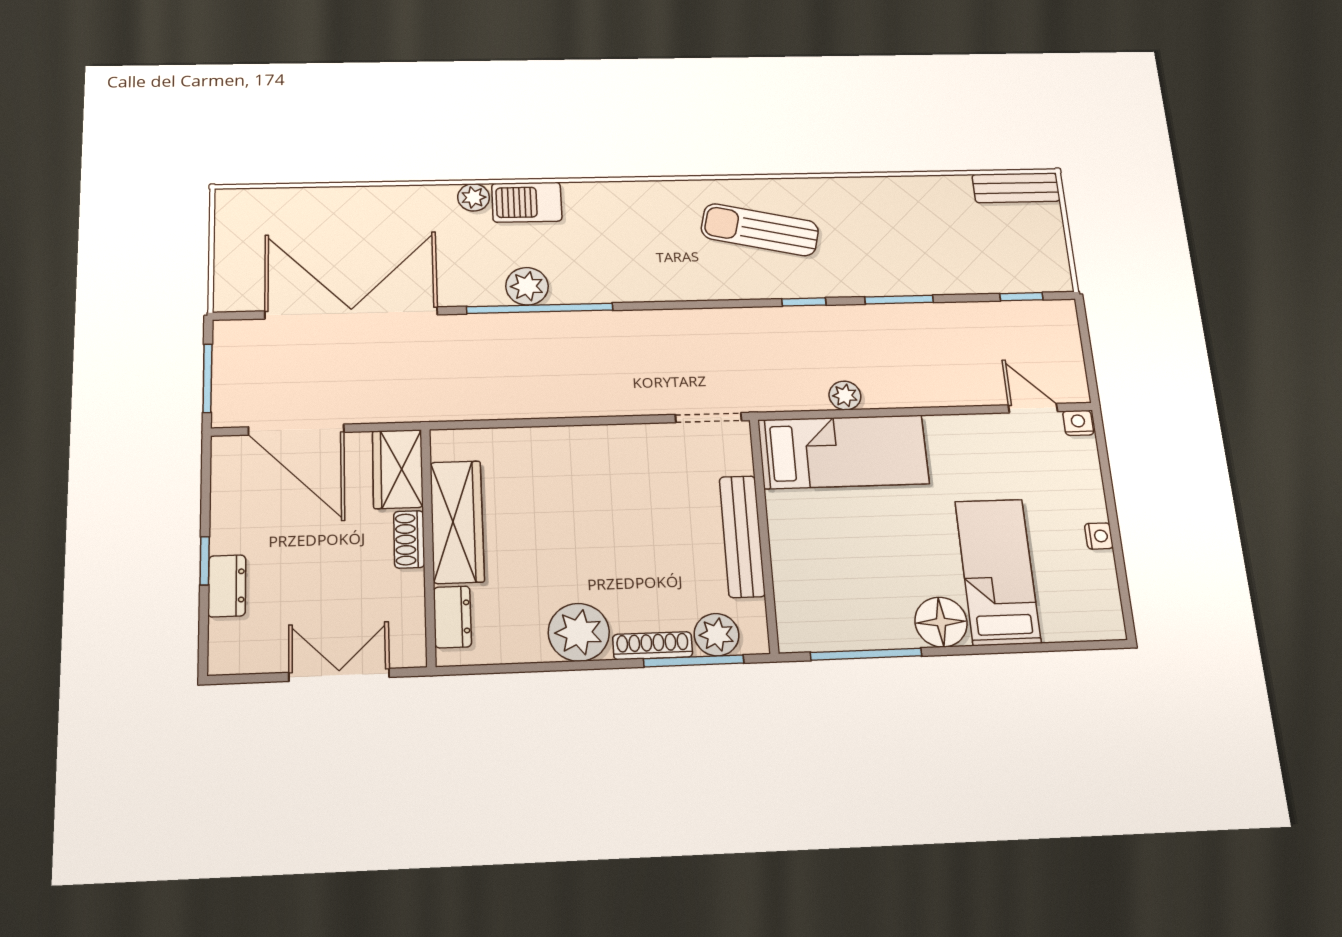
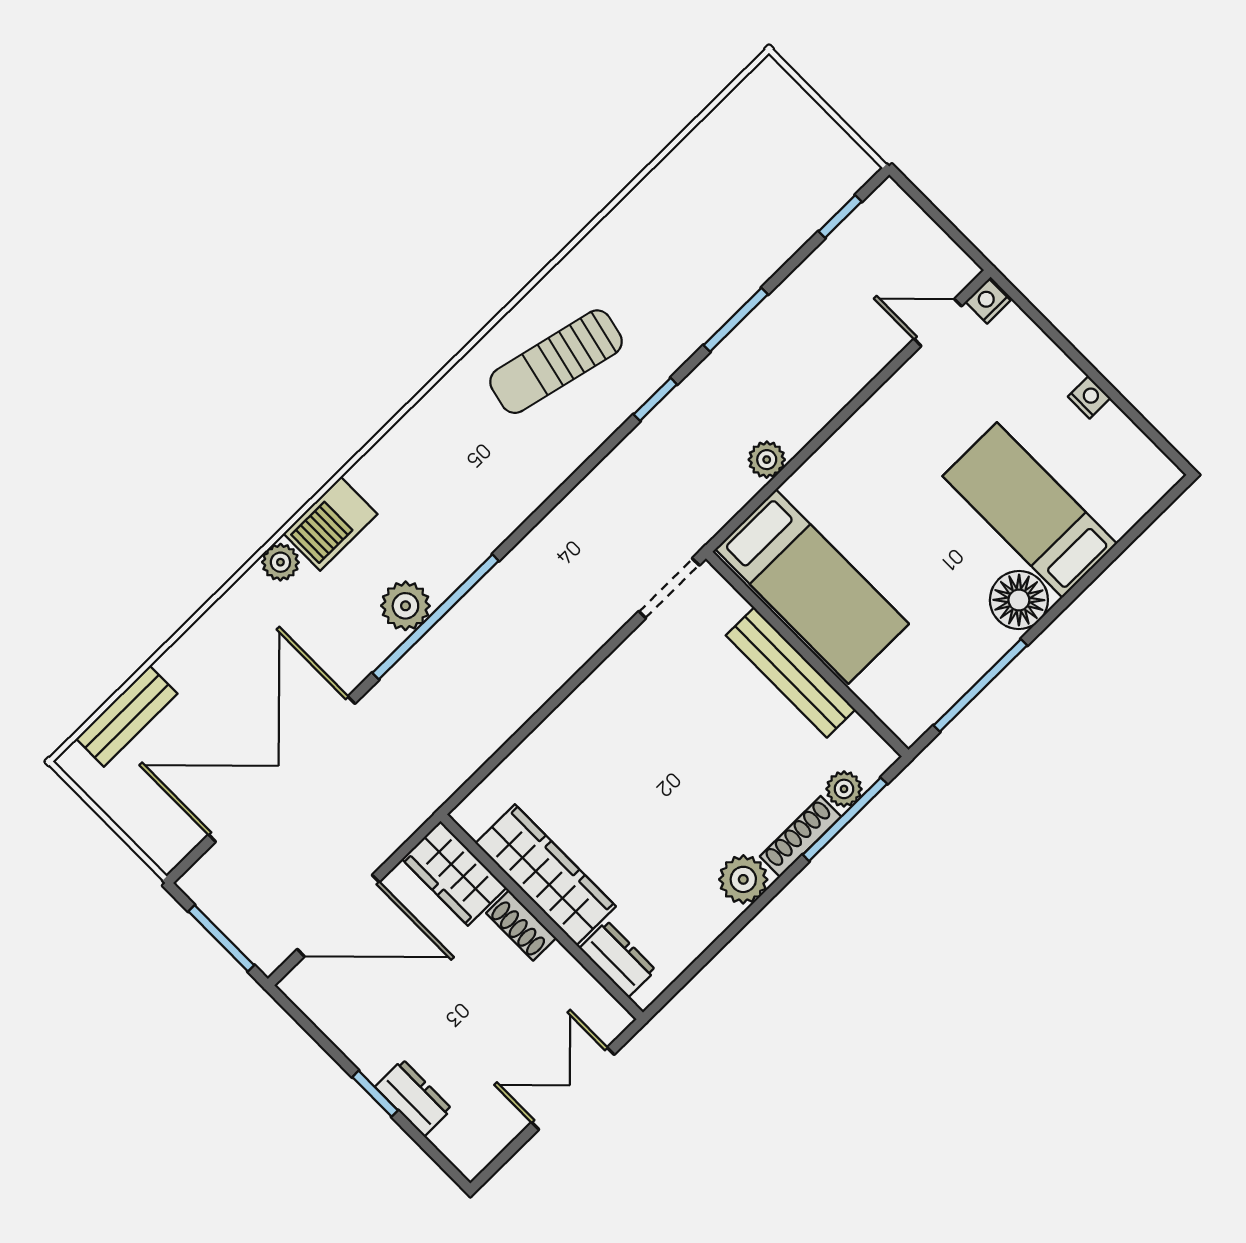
bench: (1016, 188) -> (127, 716), moved
bed: (843, 452) -> (812, 587), moved, turned 90
plant: (579, 632) -> (743, 879), width x0.73, depth x0.73
plant: (717, 635) -> (844, 789), width x0.73, depth x0.73

